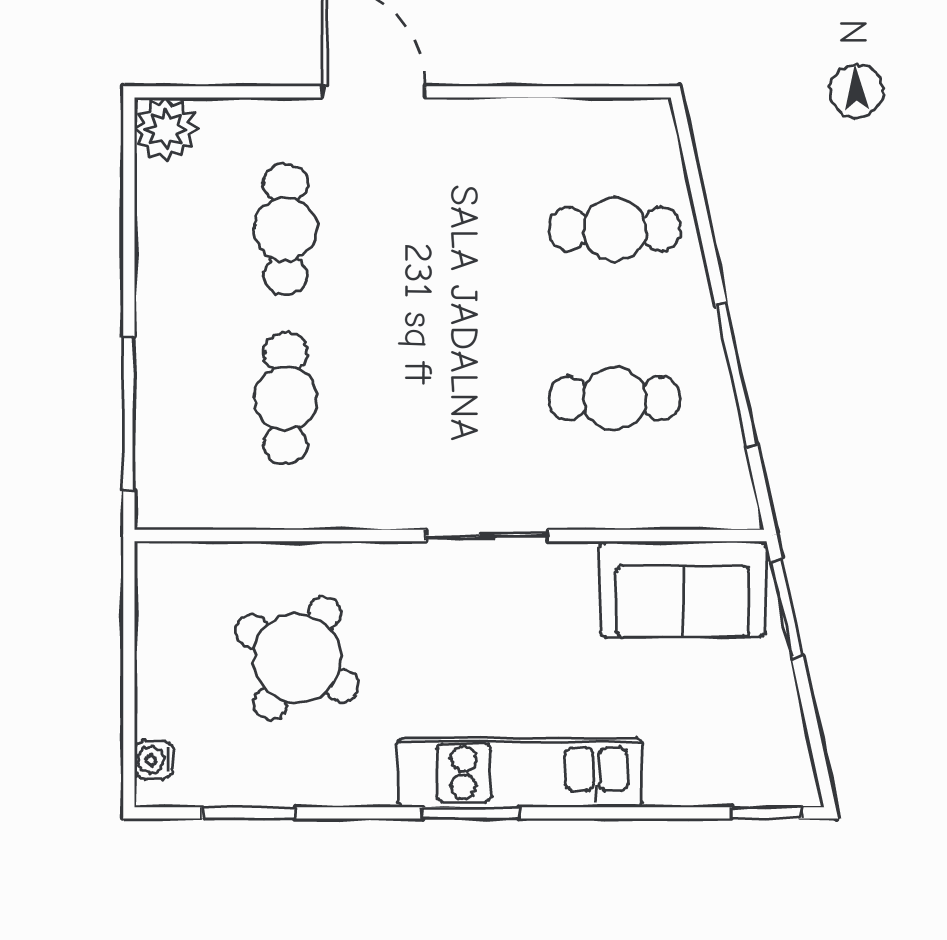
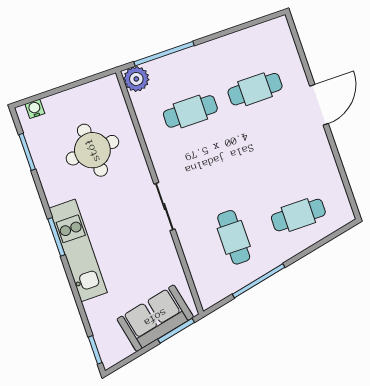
plant: (166, 129) -> (136, 79), moved
cafe table: (615, 229) -> (298, 215), turned 90
sofa: (683, 589) -> (155, 318), moved, turned 78
round table: (297, 658) -> (92, 150), turned -35

